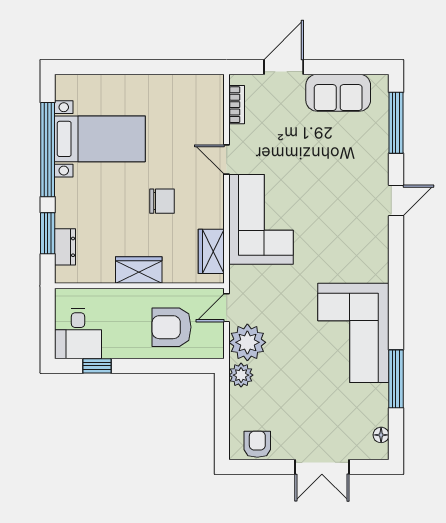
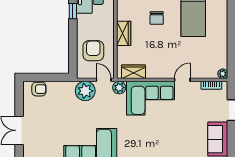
plant: (215, 83) -> (223, 74), added
chair: (162, 201) -> (157, 18), moved
plant: (241, 375) -> (119, 88), moved
armchair: (257, 444) -> (39, 89), moved

